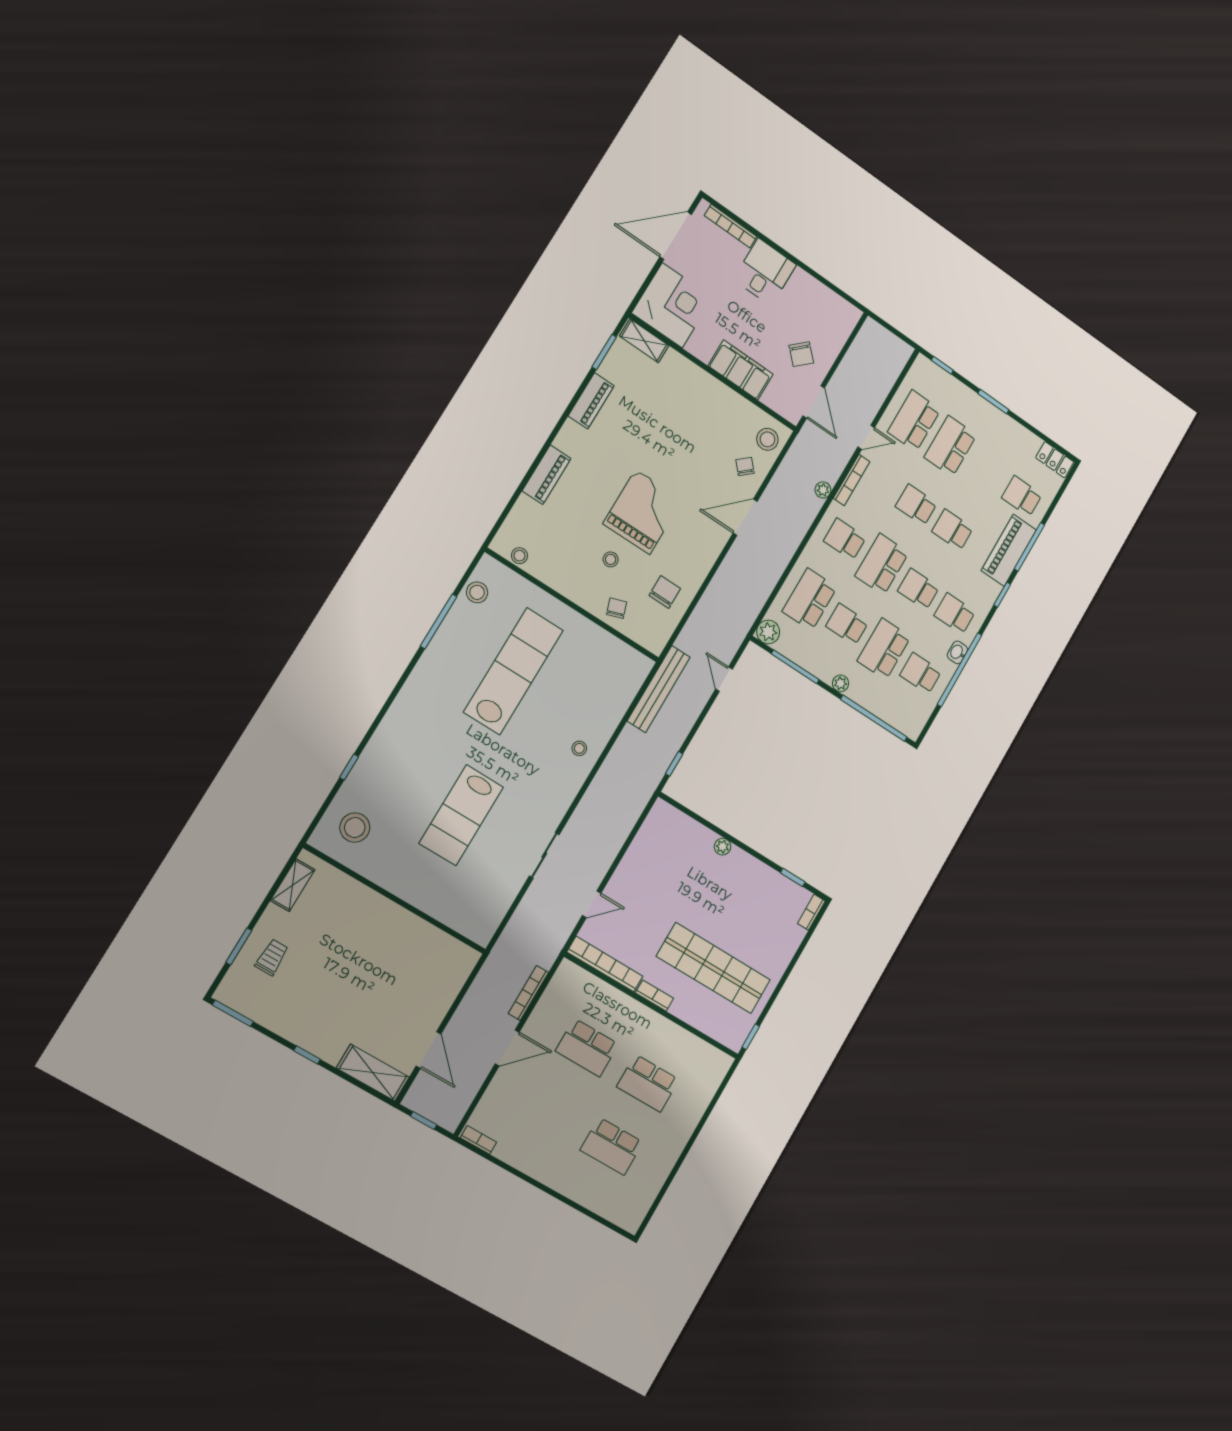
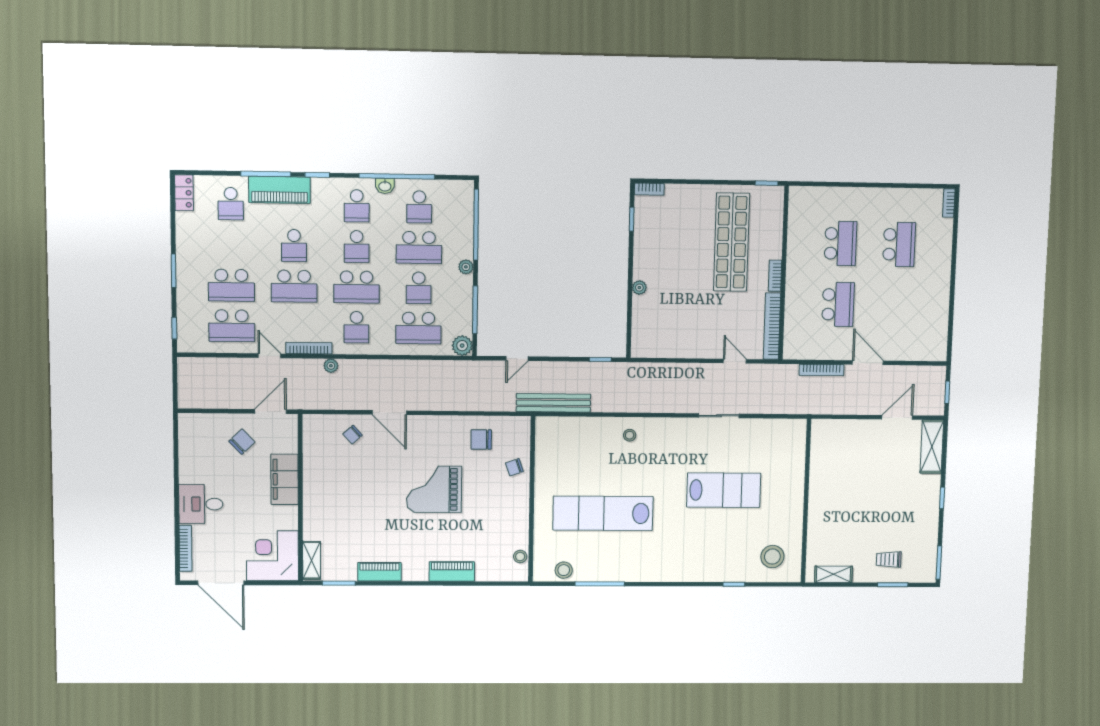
stool: (767, 439) -> (322, 430), removed
school desk: (916, 505) -> (294, 286), width x1.85
stool: (611, 559) -> (482, 492), removed
bookcase: (478, 1140) -> (949, 203), moved

